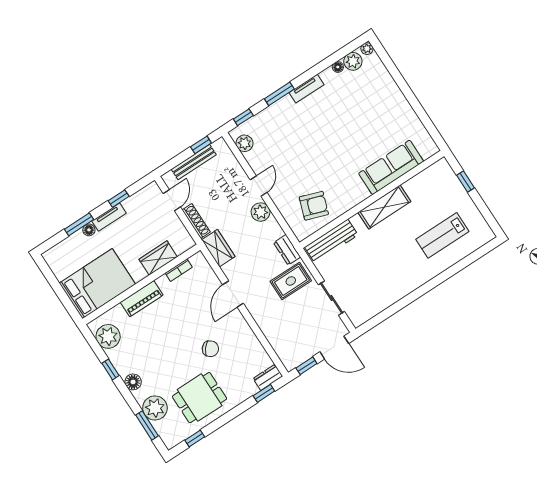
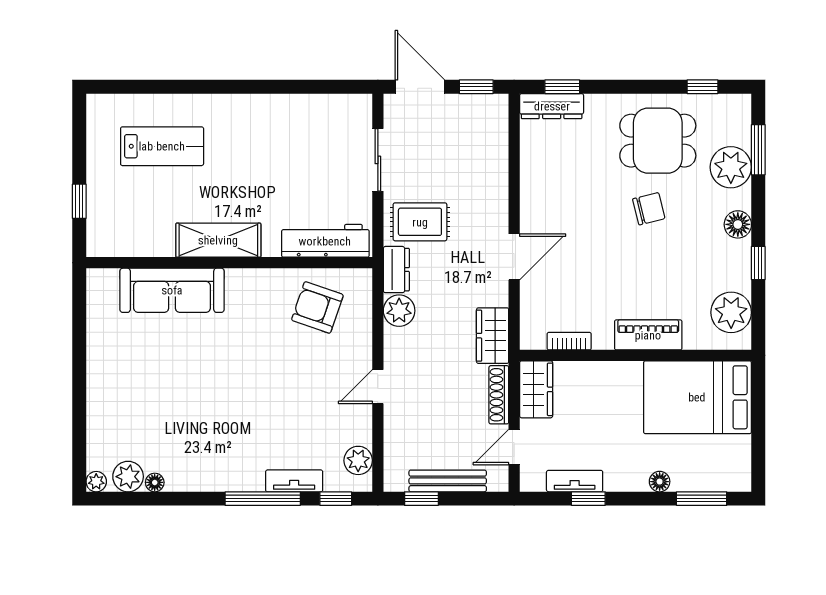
tv unit: (306, 89) -> (294, 481), moved
window: (279, 94) -> (263, 499), width x1.44
plant: (261, 212) -> (399, 311), moved
tv unit: (109, 217) -> (575, 481), moved
window: (79, 224) -> (702, 499), moved
wardrobe: (158, 258) -> (536, 389), moved, turned -90
chair: (210, 349) -> (649, 209), moved, turned 126
dresser: (268, 377) -> (552, 106), width x1.44

